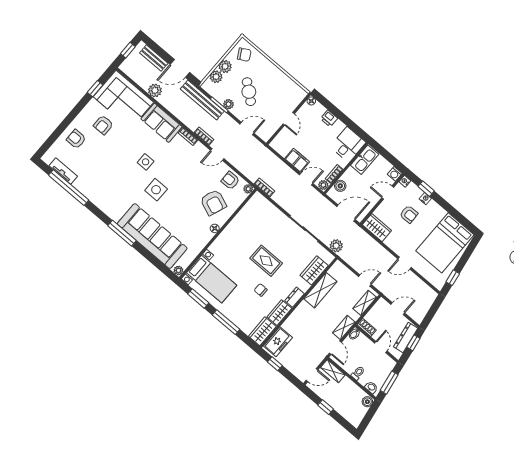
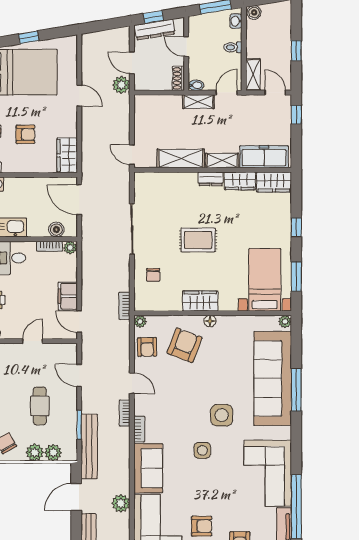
door: (180, 68) -> (76, 497), swing flipped
cafe table: (249, 92) -> (40, 406), turned -39
plant: (229, 104) -> (70, 416), removed
door: (306, 179) -> (79, 322), moved
corner sofa: (101, 188) -> (268, 473), added
door: (388, 192) -> (21, 175), removed
armchair: (409, 214) -> (25, 134), turned 92
window: (122, 233) -> (296, 390), moved
plant: (336, 246) -> (121, 85), moved
rug: (266, 261) -> (198, 240), turned 90
wardrobe: (314, 270) -> (200, 301), moved, turned 180
window: (453, 278) -> (29, 37), moved
door: (365, 280) -> (132, 155), moved
chair: (261, 290) -> (153, 275), moved
shelving: (365, 303) -> (222, 161), moved
window: (226, 322) -> (296, 227), width x0.46
freezer: (278, 342) -> (264, 157), width x1.40
door: (381, 347) -> (186, 47), hinge flipped
window: (275, 364) -> (296, 115), moved

